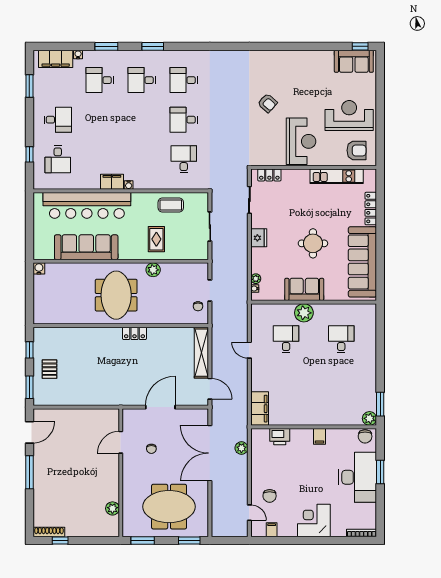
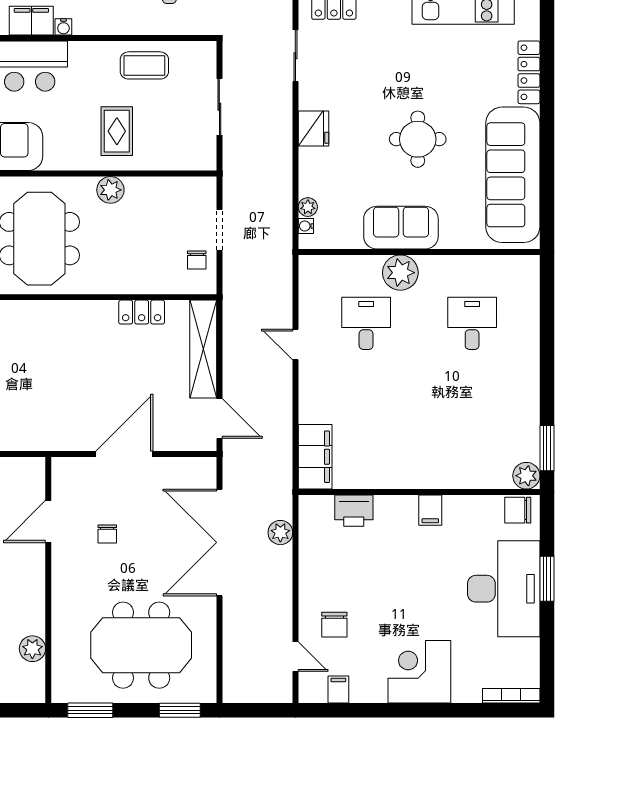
locker: (134, 333) -> (142, 312), moved
chair: (365, 436) -> (518, 510), turned 90

